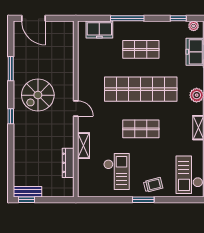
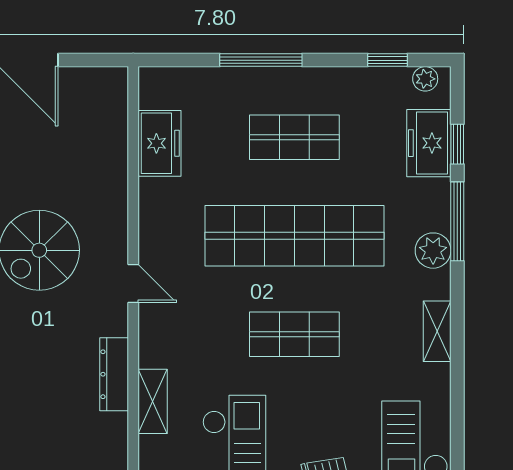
freezer: (99, 30) -> (159, 143), moved, turned -90
shelving: (84, 146) -> (153, 401), moved
dresser: (68, 163) -> (114, 374), moved

